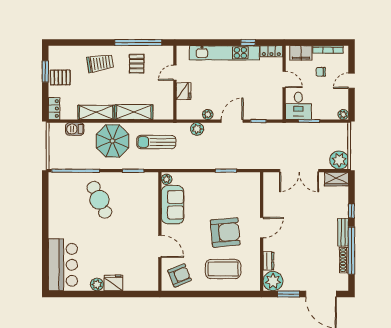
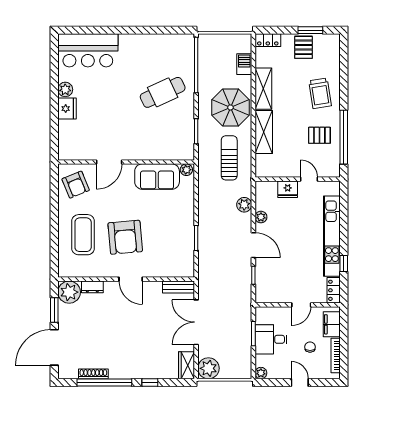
desk: (298, 106) -> (271, 339), moved
bench: (343, 232) -> (178, 287), moved

